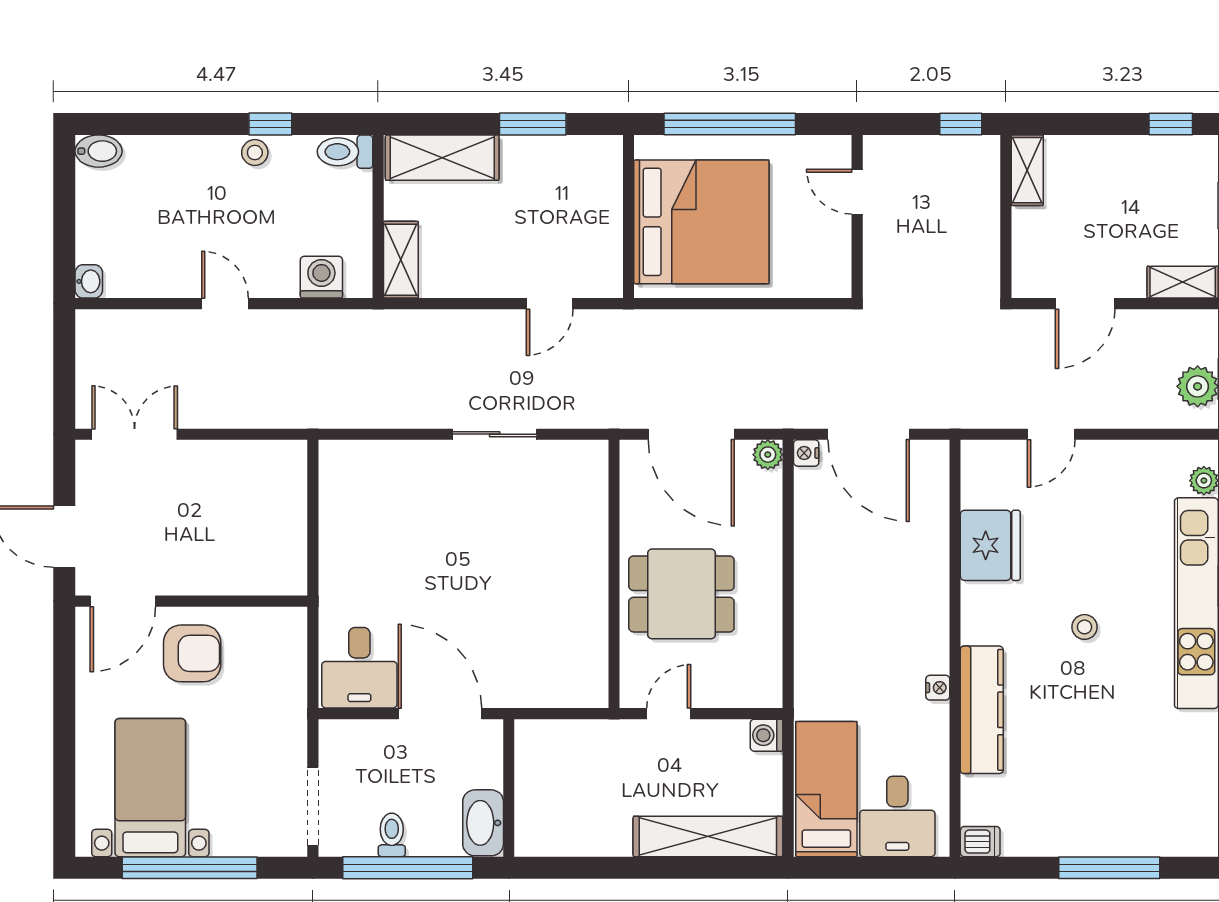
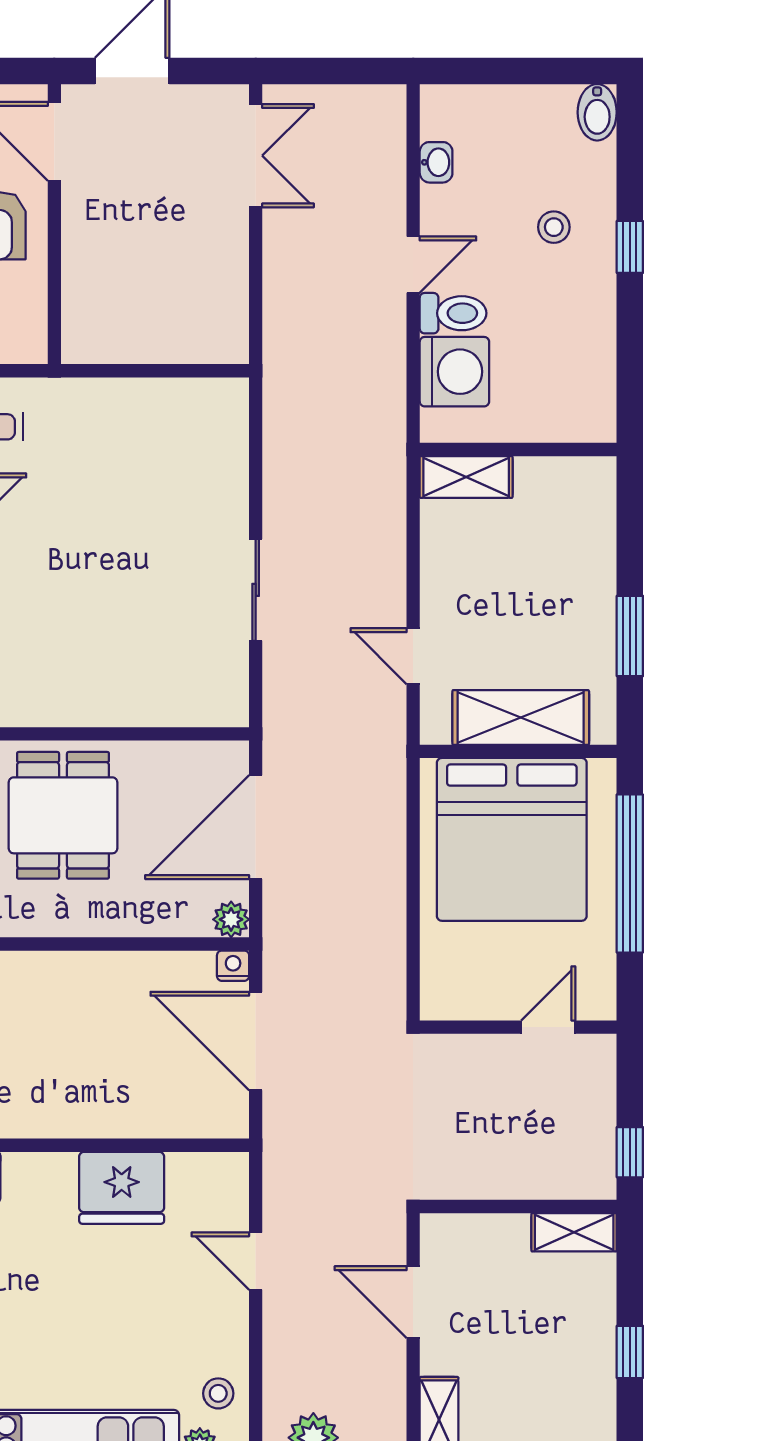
window: (270, 124) -> (630, 247), moved
window: (1171, 124) -> (630, 1352), moved
toilet: (345, 152) -> (453, 313), moved, turned 90
stool: (255, 153) -> (554, 227), moved
shelving: (442, 158) -> (521, 717), moved, turned 90
washing machine: (321, 277) -> (454, 372), width x1.37, depth x1.37
washbasin: (89, 281) -> (436, 162), moved, turned -90
door: (869, 434) -> (256, 1041), hinge flipped
stool: (1085, 627) -> (218, 1393), moved

